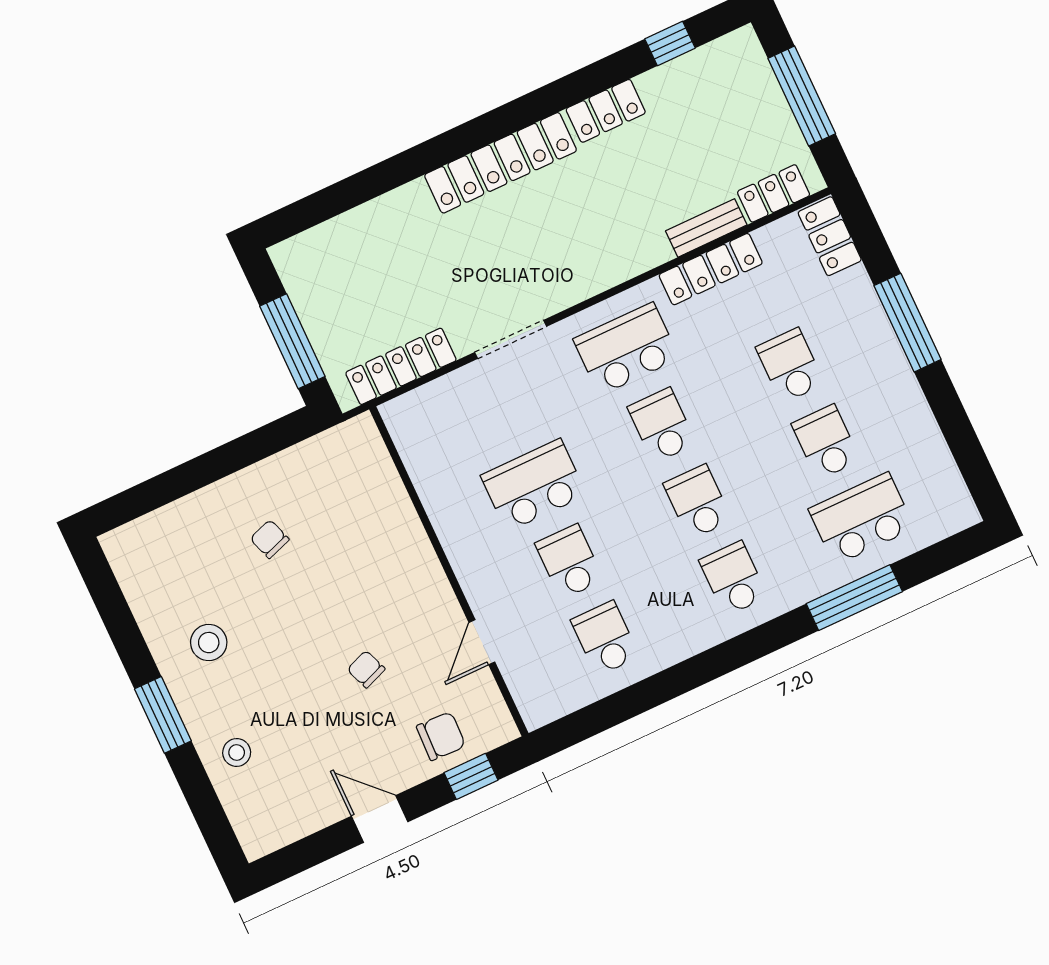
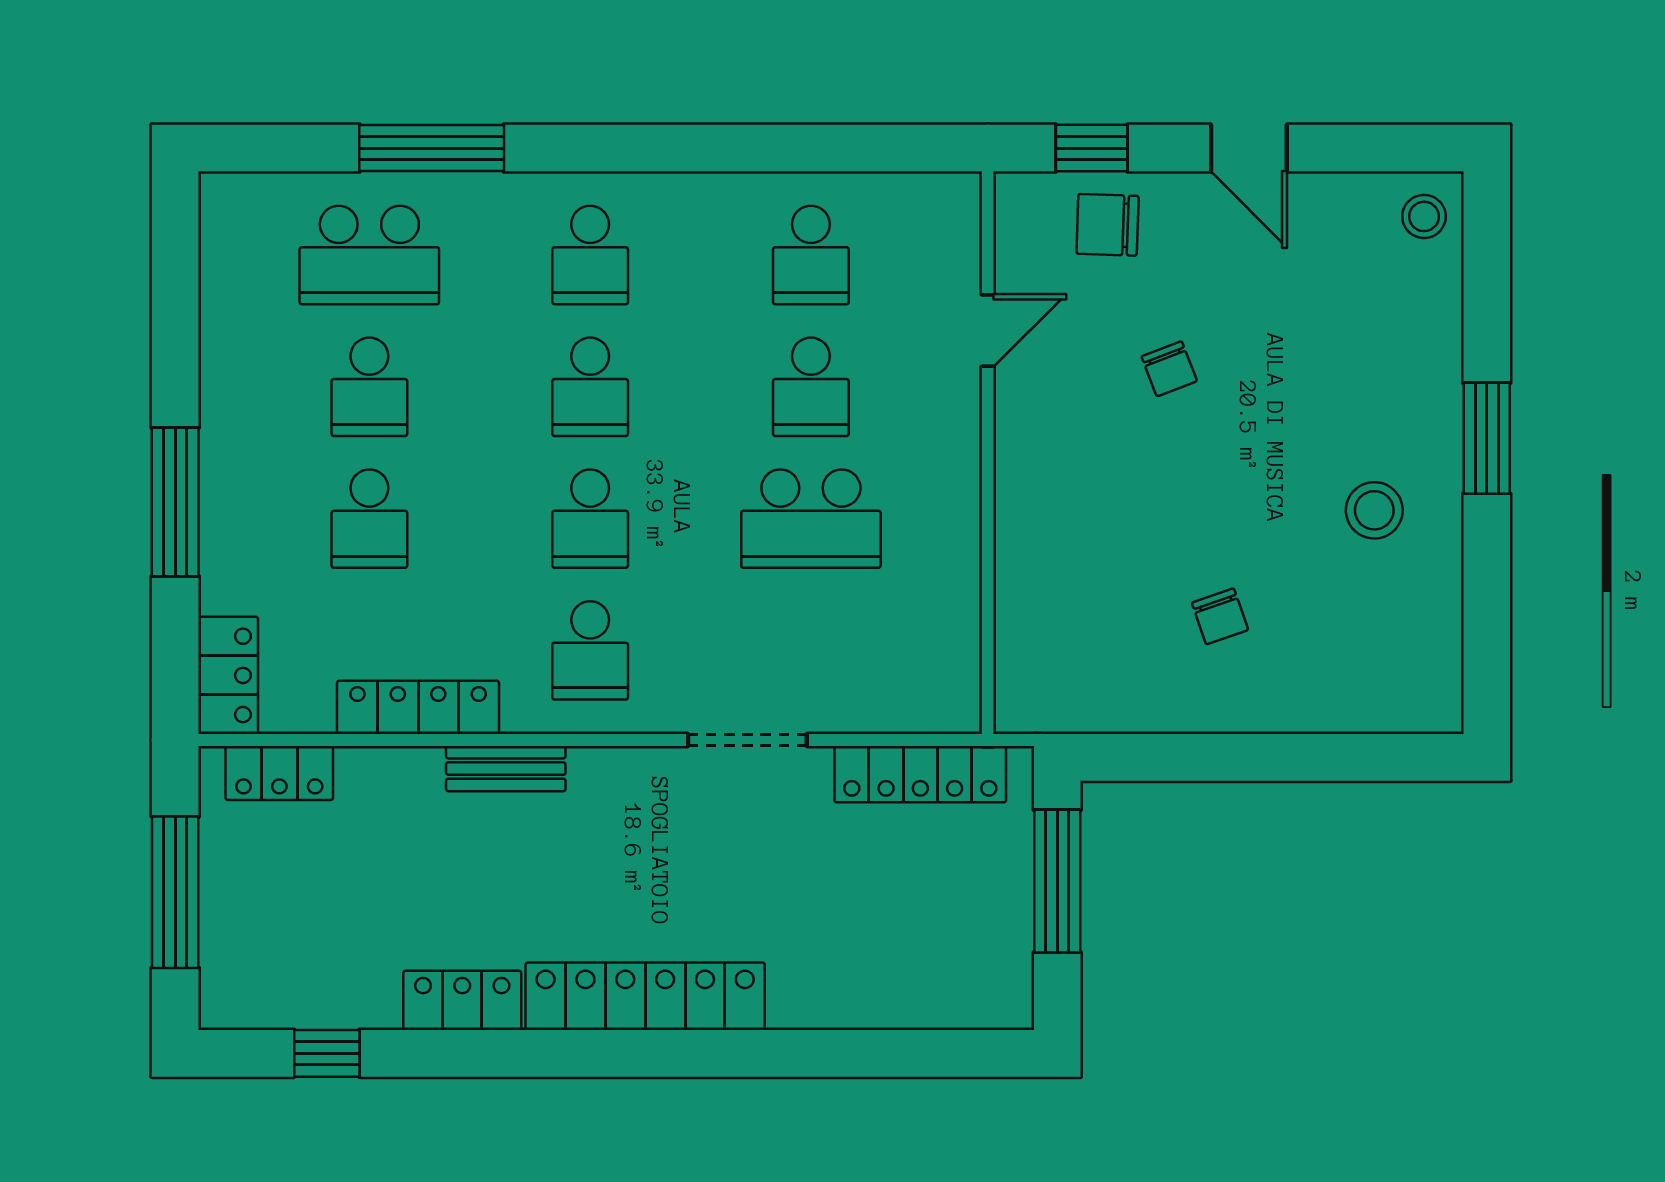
bench: (706, 228) -> (506, 769), moved
school desk: (626, 349) -> (590, 650), width x0.54
stool: (237, 753) -> (1424, 216), moved

